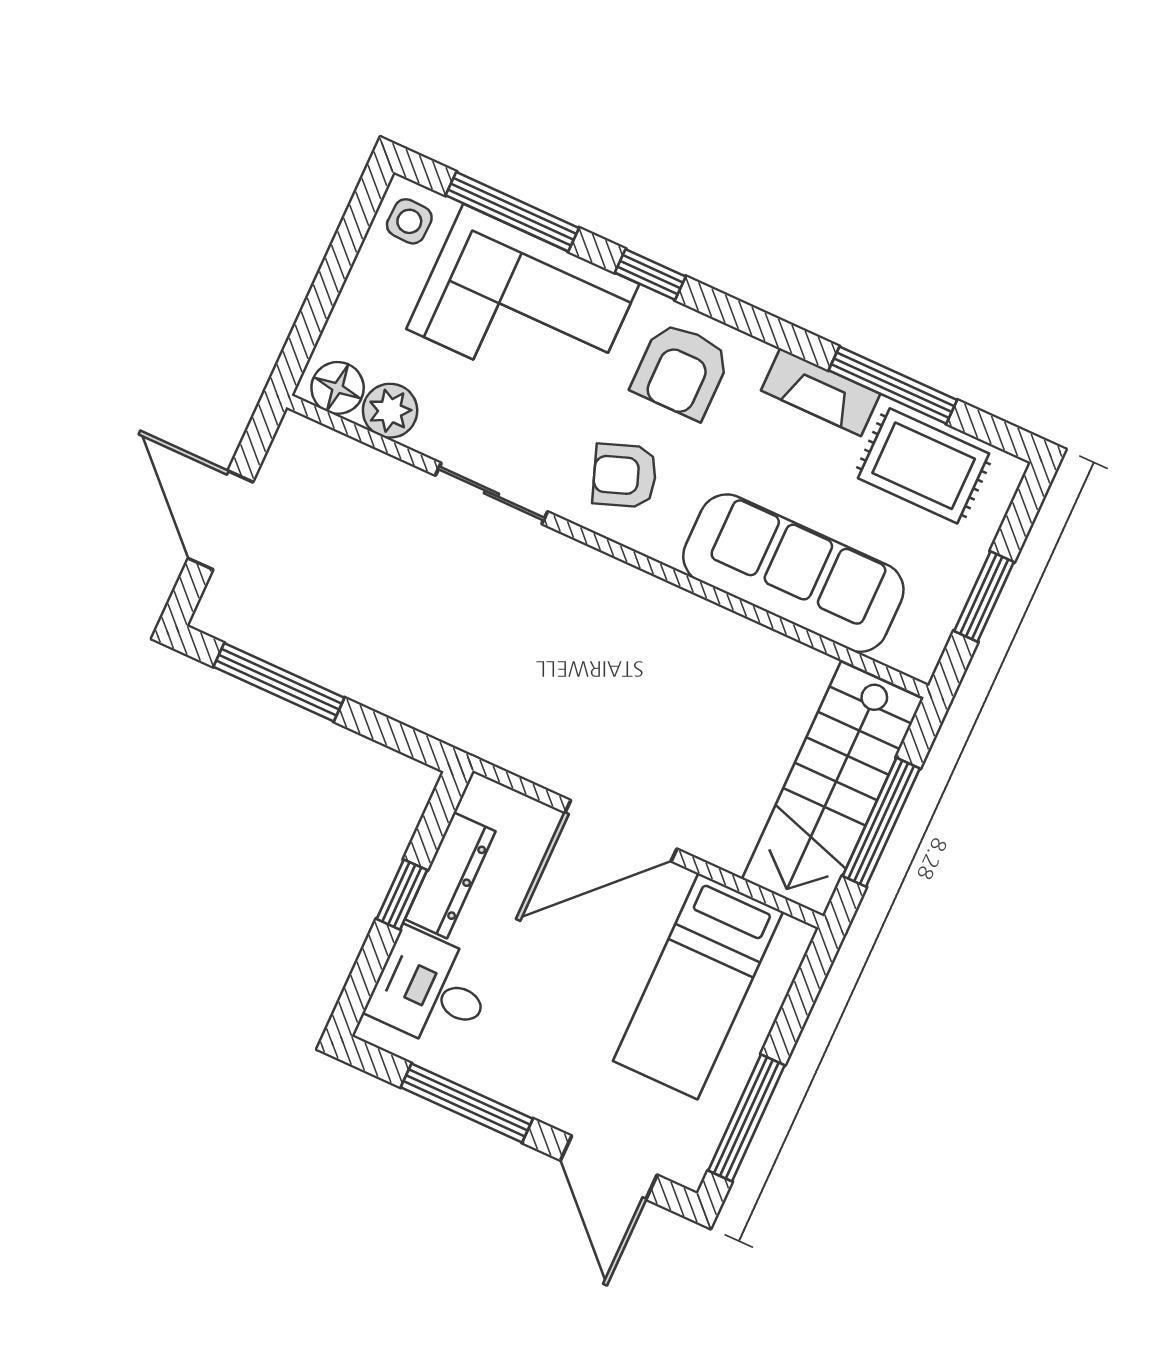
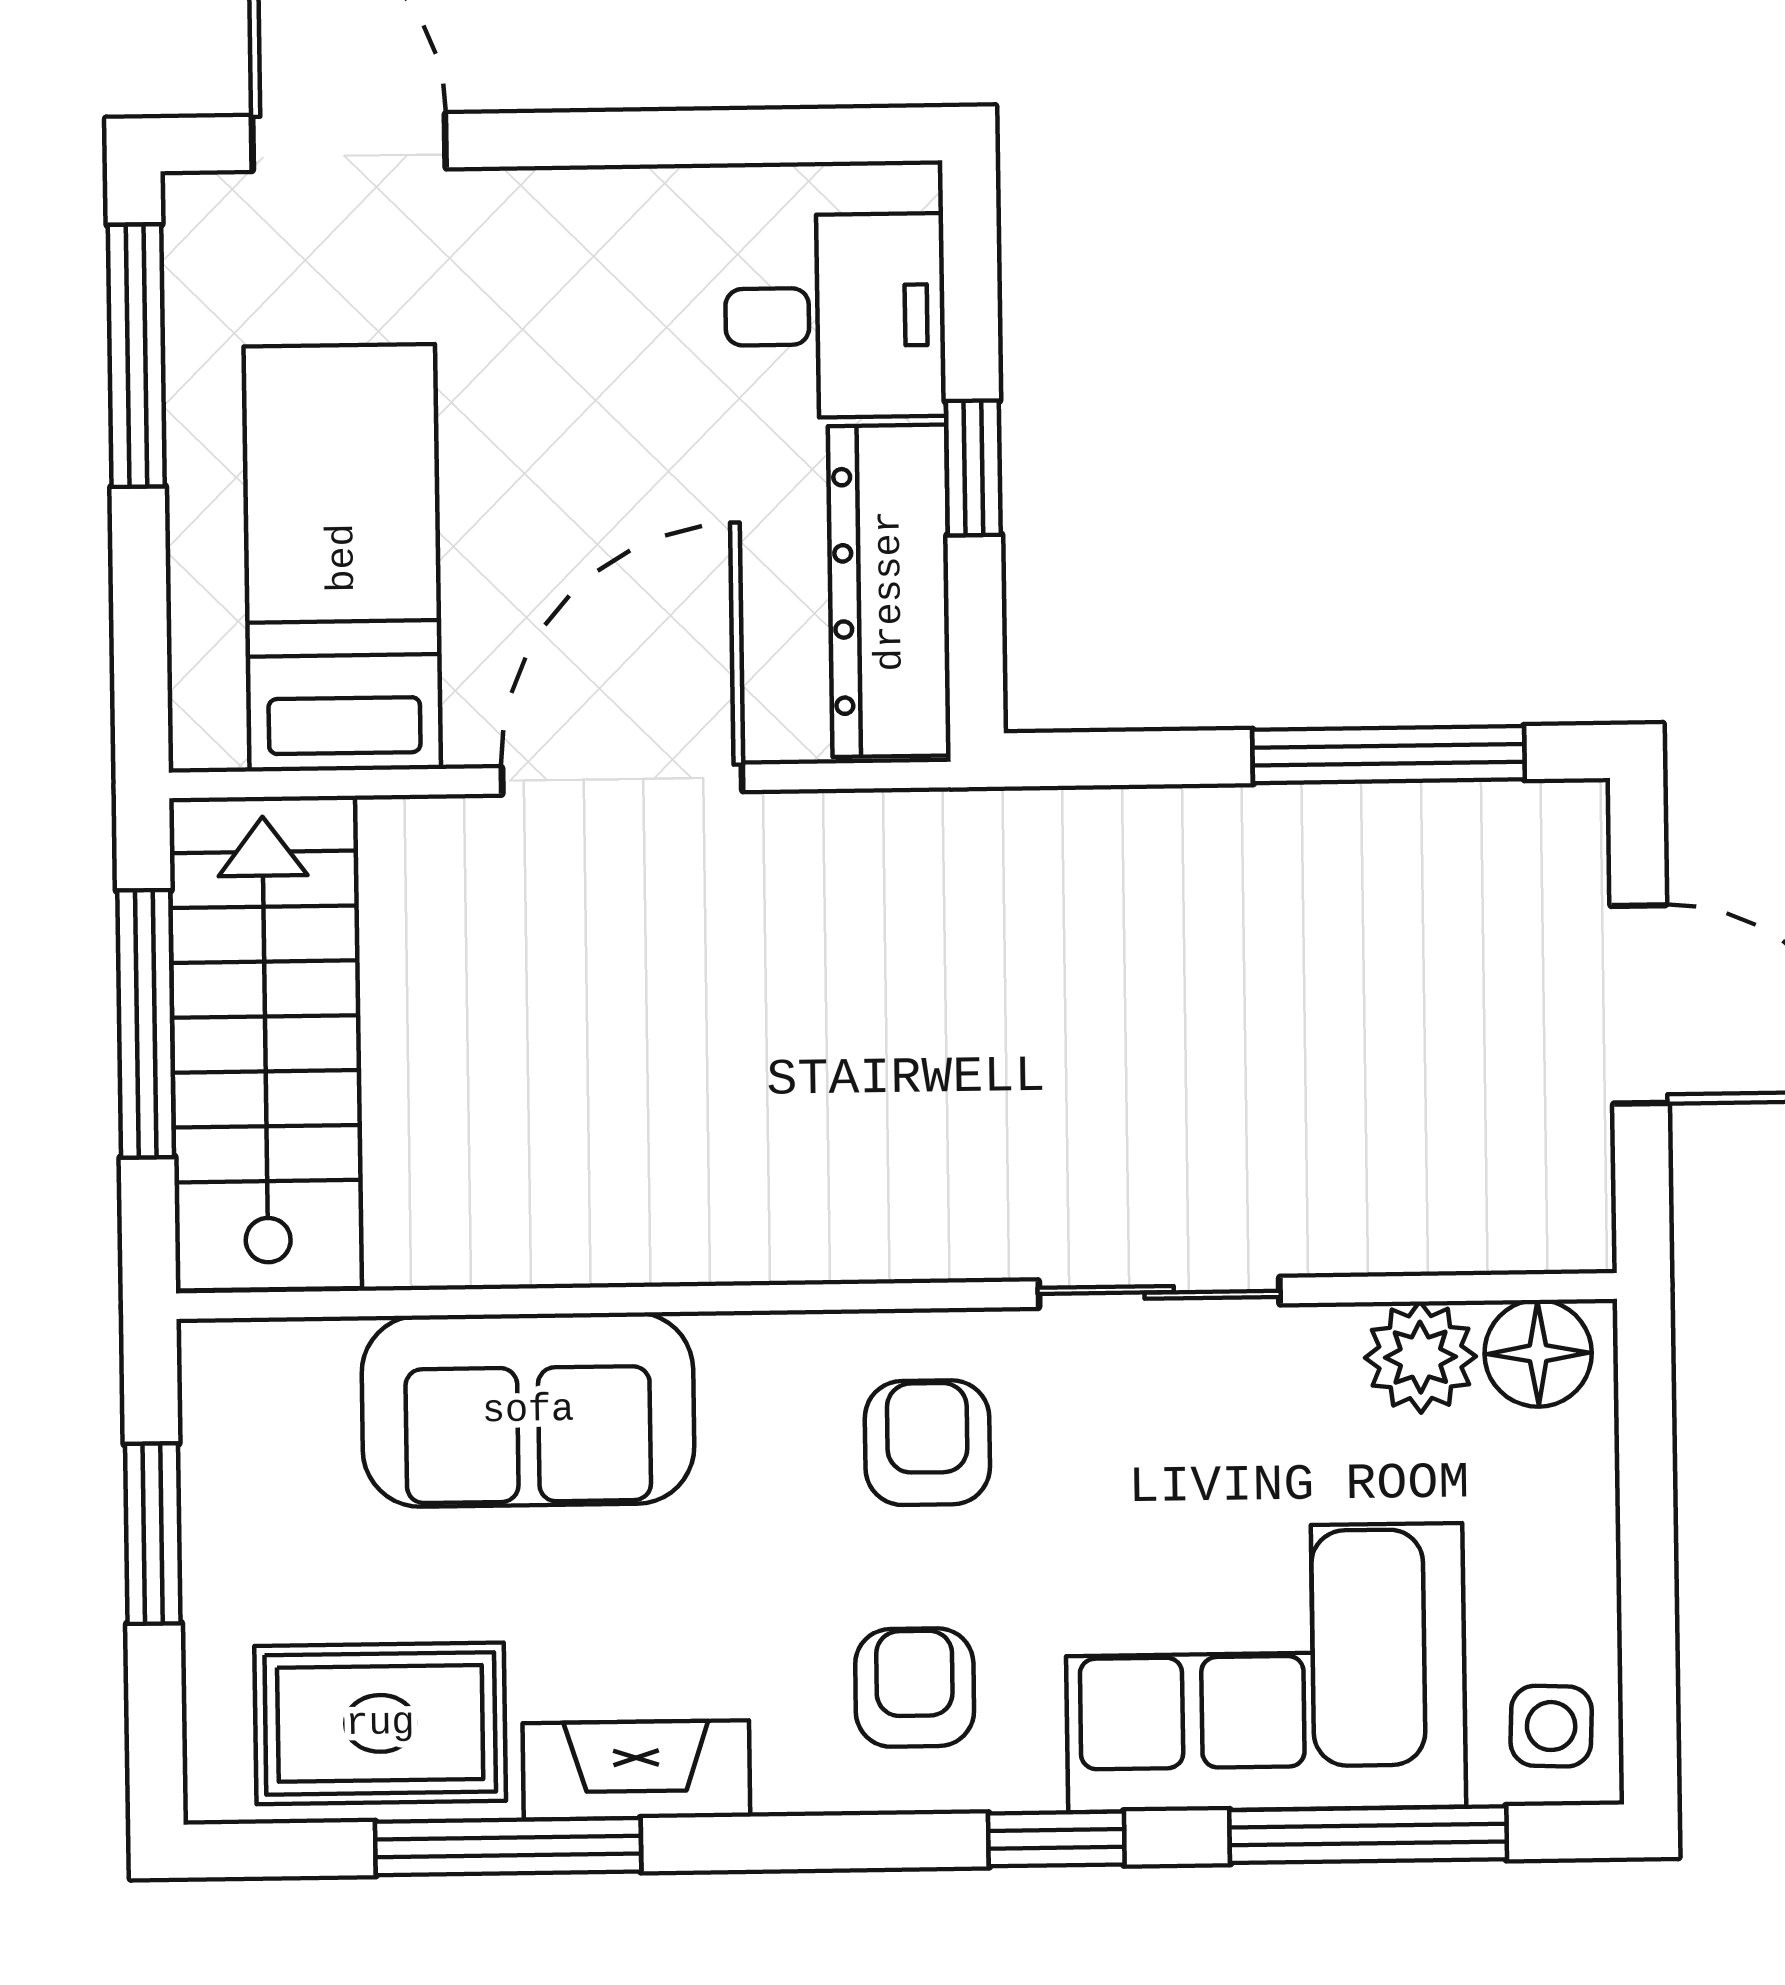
armchair: (681, 371) -> (915, 1688), width x0.72, depth x0.72
armchair: (625, 476) -> (927, 1443), turned -70
sofa: (793, 573) -> (528, 1410), width x0.73
dresser: (450, 875) -> (889, 591), width x1.37, depth x1.24
window: (467, 1103) -> (669, 138), removed

